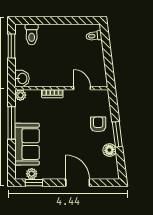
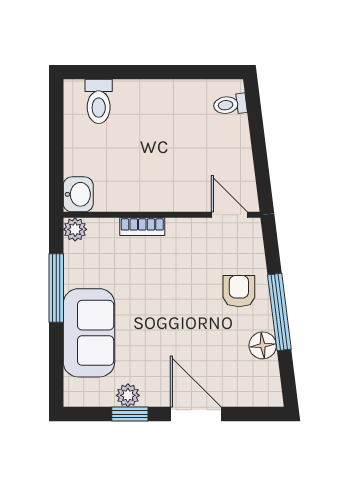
window: (11, 46) -> (56, 126), removed
door: (82, 88) -> (229, 215), moved
window: (117, 134) -> (279, 312), width x1.44
plant: (32, 174) -> (128, 395), moved
window: (34, 183) -> (130, 414), moved

